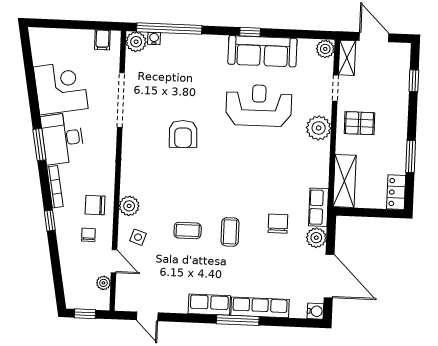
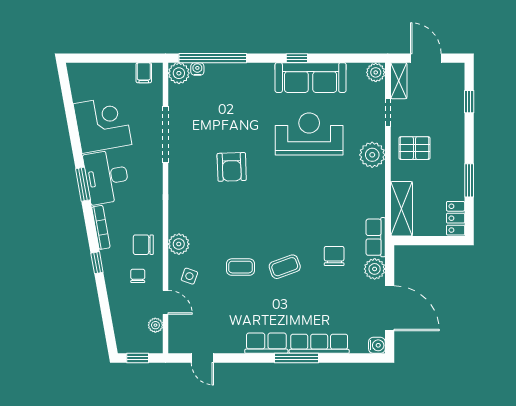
coffee table: (230, 232) -> (285, 267), turned 70

